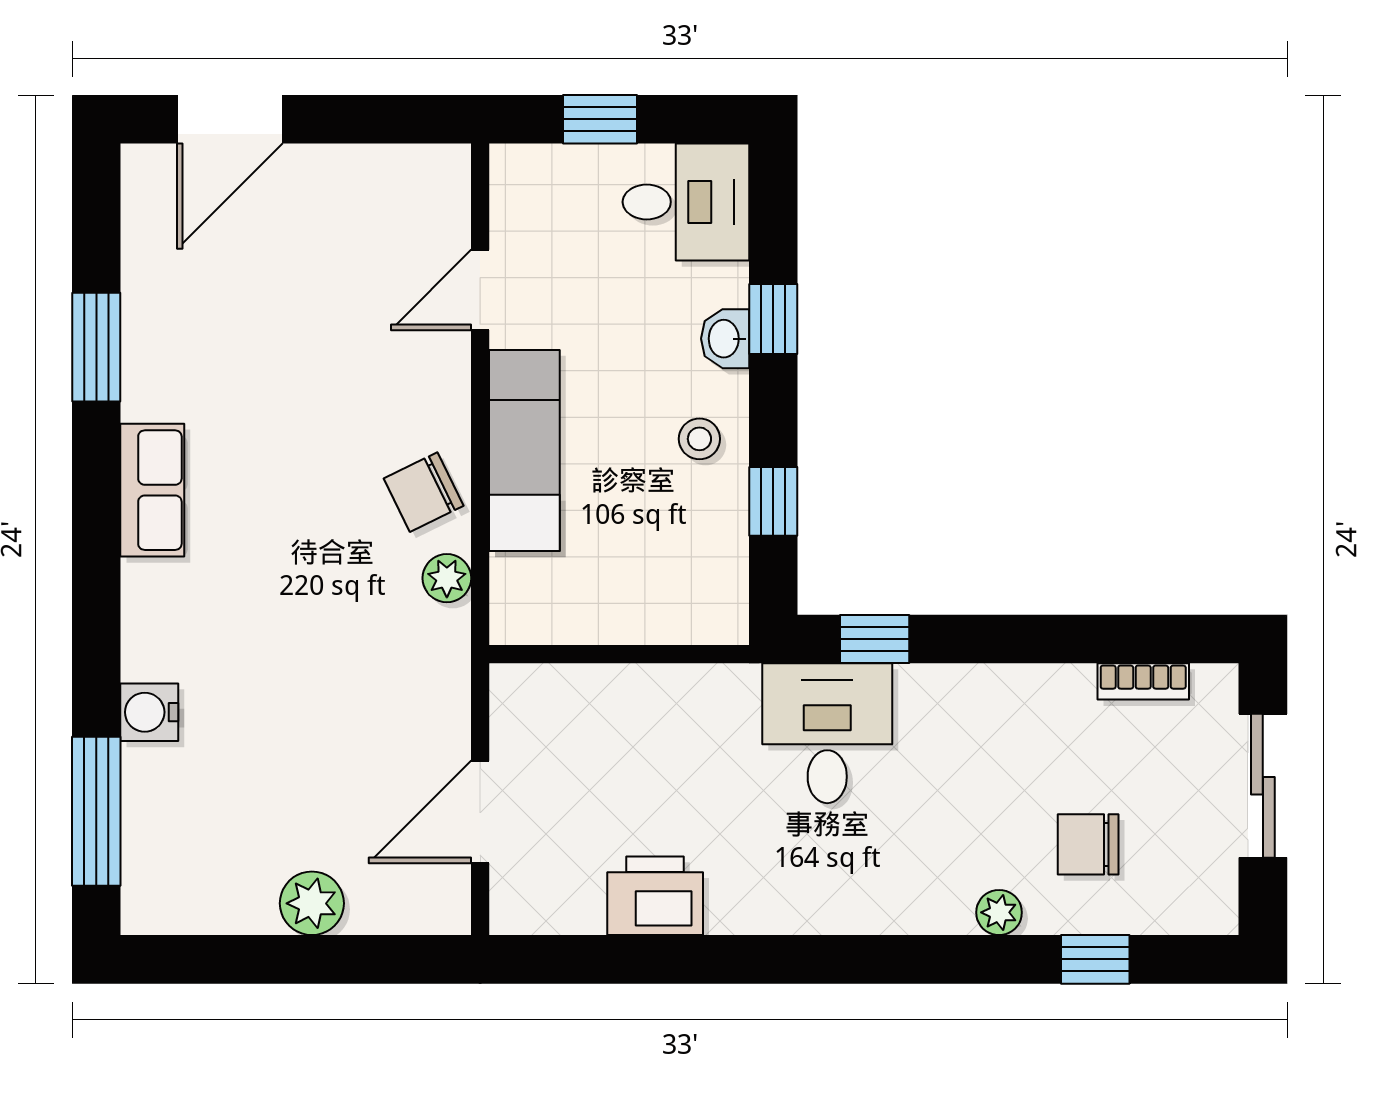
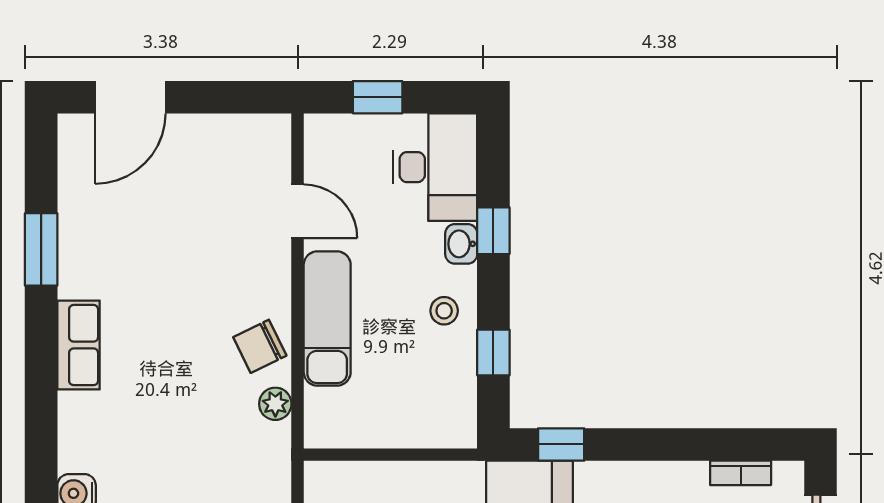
desk: (686, 202) -> (435, 167), width x1.37
door: (480, 290) -> (298, 211), swing flipped

